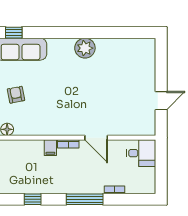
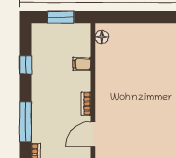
armchair: (16, 95) -> (140, 47), removed
filing cabinet: (50, 148) -> (82, 64), moved

